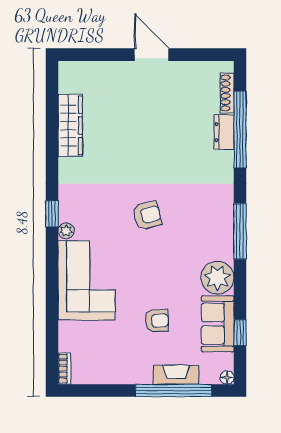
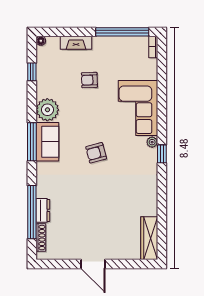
wardrobe: (70, 125) -> (149, 238), moved
sofa: (218, 324) -> (47, 142), moved
window: (174, 390) -> (122, 32), moved

